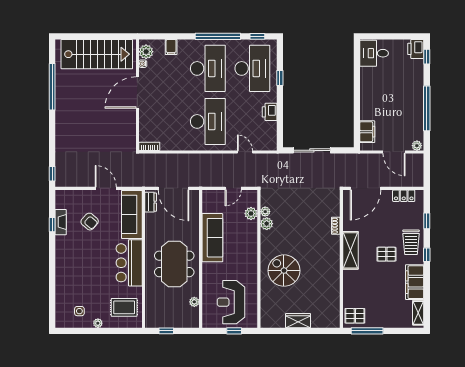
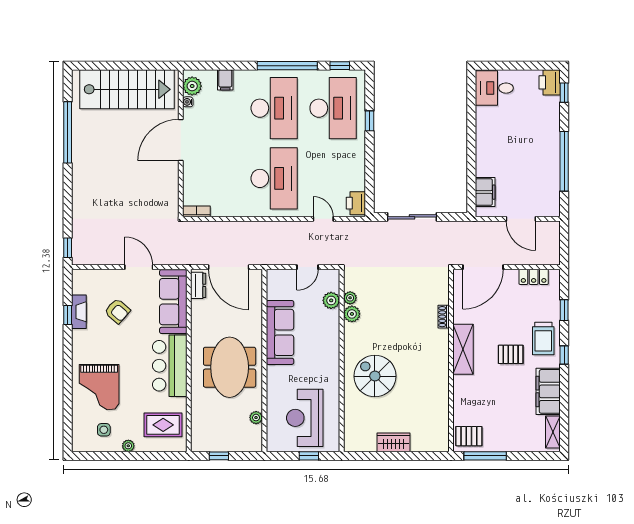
printer: (270, 112) -> (356, 203), moved
plant: (417, 146) -> (551, 210), removed
grand piano: (76, 279) -> (99, 387), added

